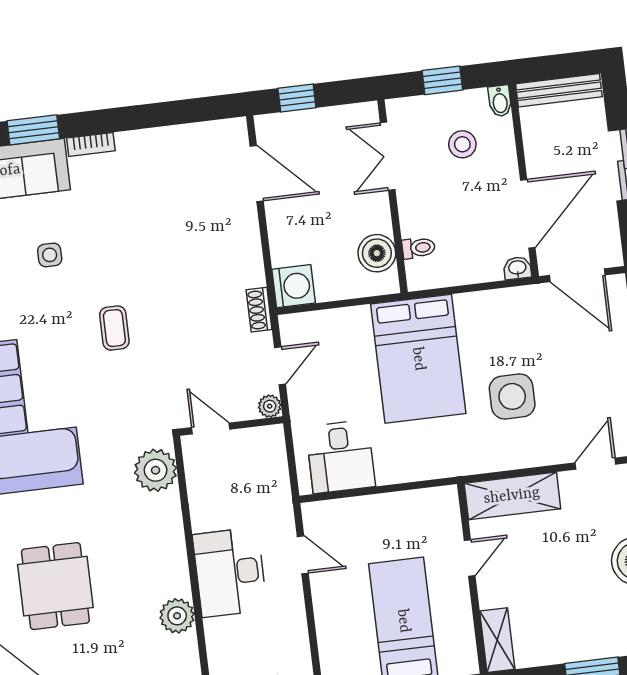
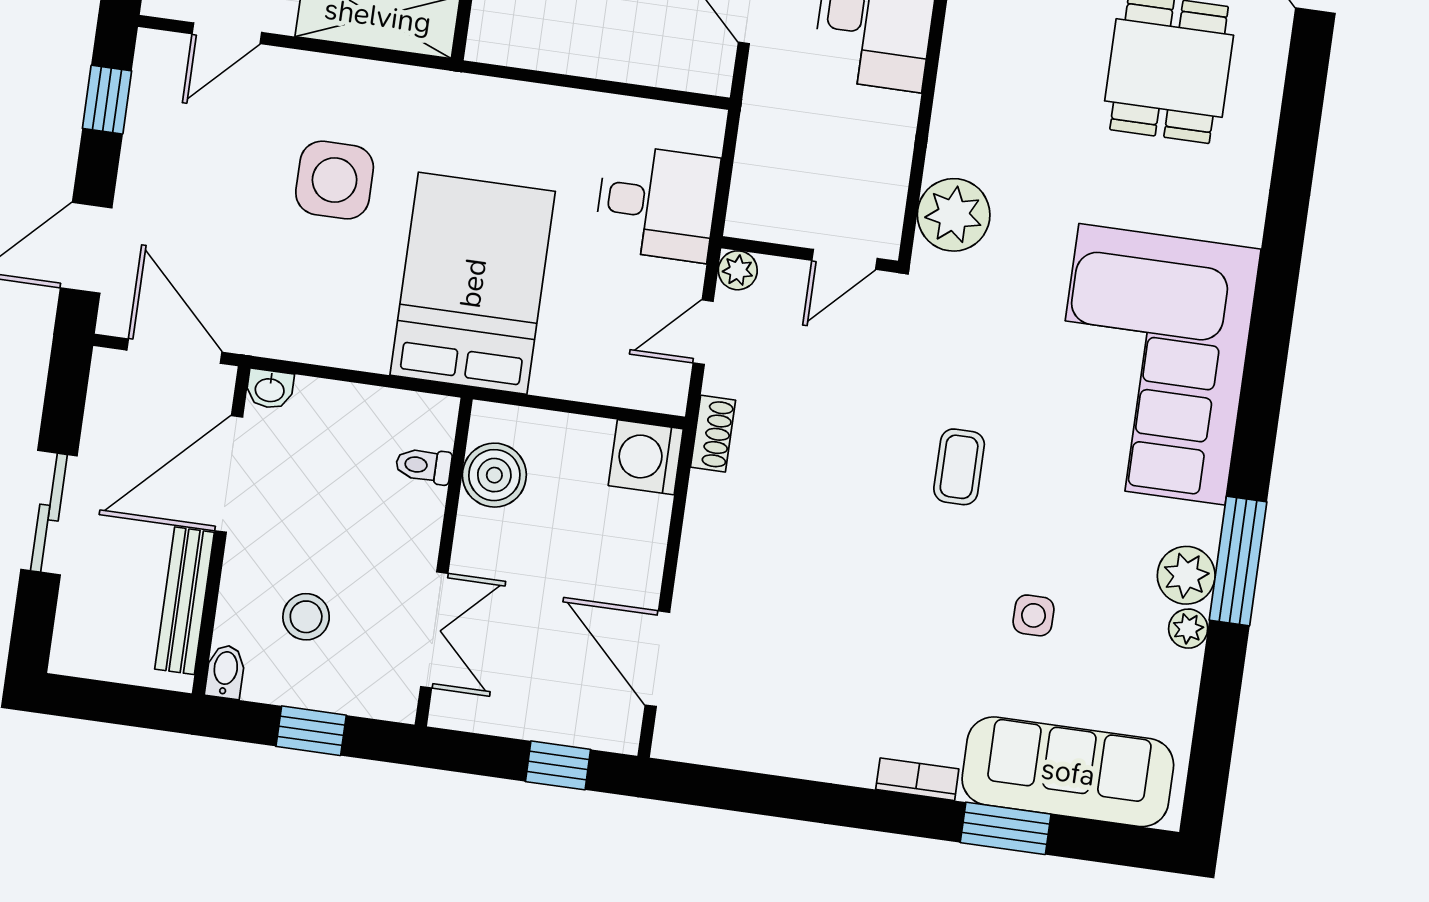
bench: (559, 90) -> (185, 601), moved, turned 90
door: (211, 428) -> (844, 259), hinge flipped
desk: (341, 457) -> (657, 203), moved, turned 90

